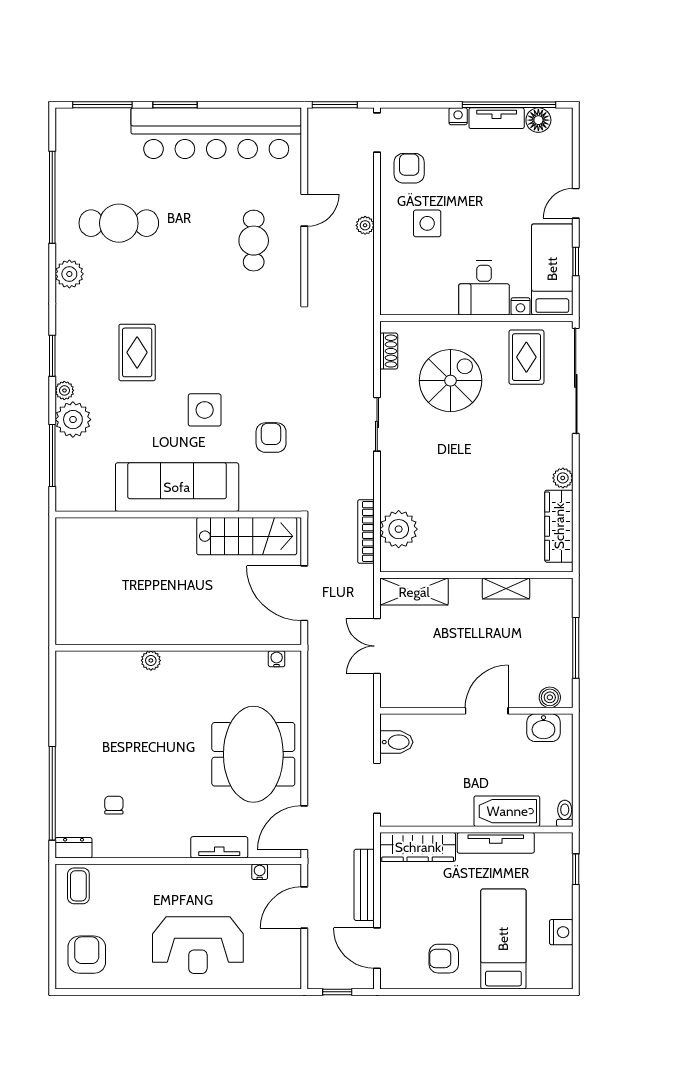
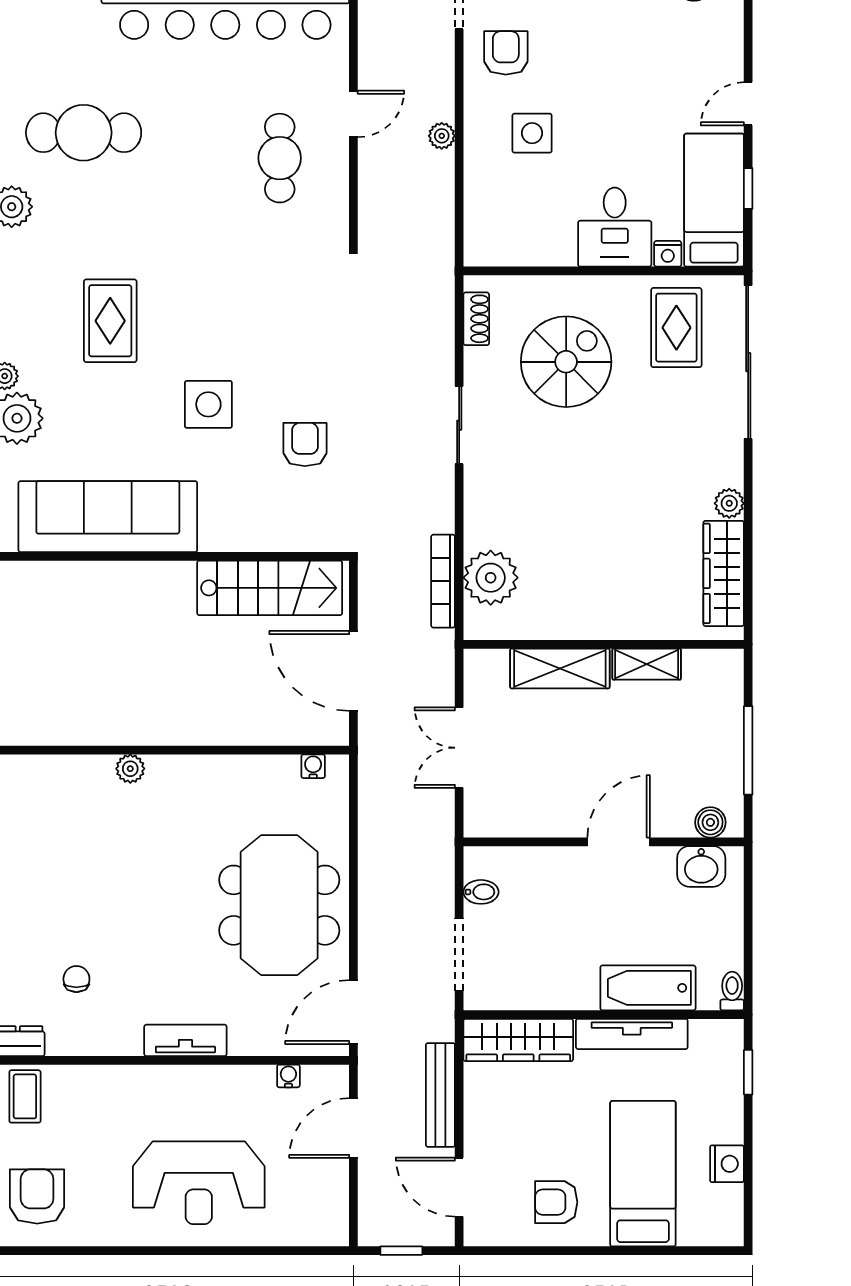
sofa: (177, 487) -> (108, 517), moved
shelving: (414, 592) -> (560, 669), moved
bidet: (396, 742) -> (481, 892), width x0.72, depth x0.74
tv unit: (219, 847) -> (185, 1040), moved

